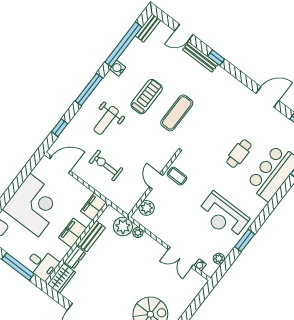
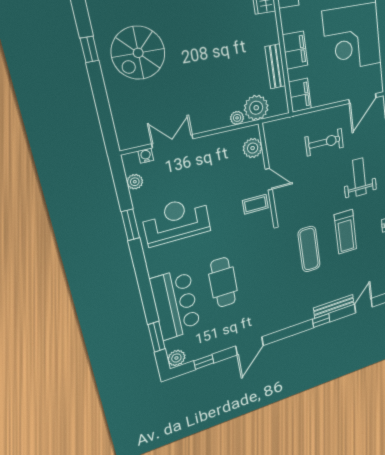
cafe table: (239, 154) -> (223, 282), width x1.37, depth x1.35
dresser: (75, 257) -> (270, 29), removed

